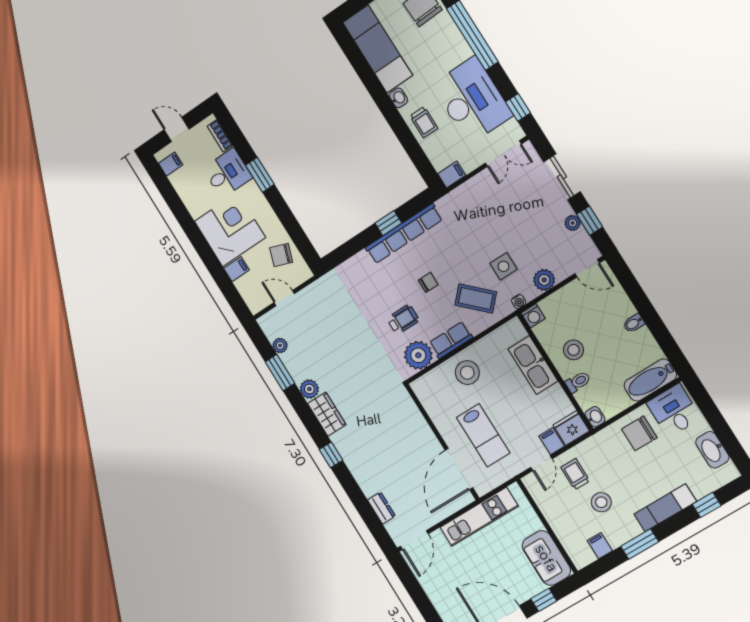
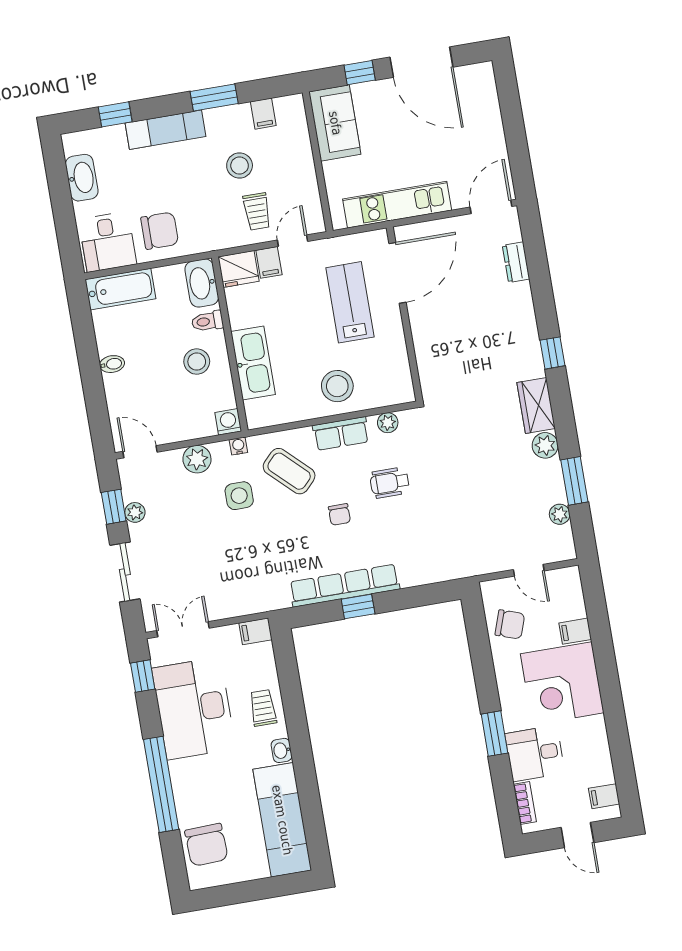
chair: (428, 282) -> (339, 514), turned -90
plant: (418, 355) -> (388, 423), width x0.53, depth x0.53
washbasin: (595, 417) -> (202, 283), width x1.91, depth x1.45

